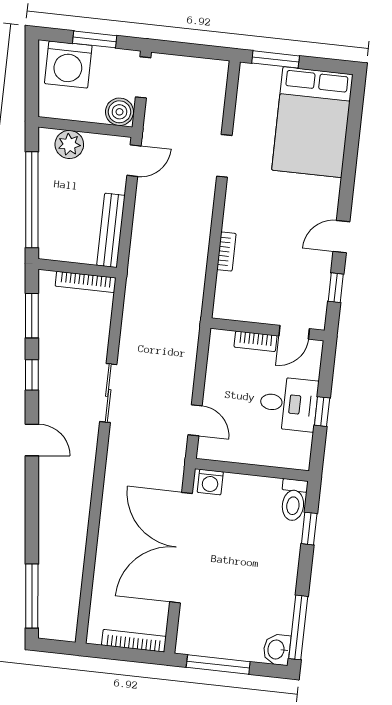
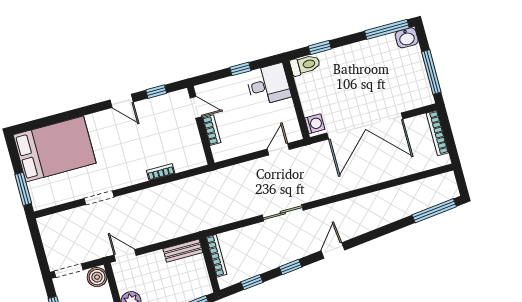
bench: (111, 230) -> (183, 251), width x0.73
window: (32, 316) -> (252, 282), width x0.67
desk: (289, 404) -> (268, 85), moved, turned 90

